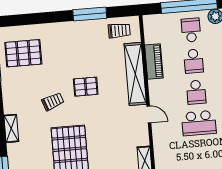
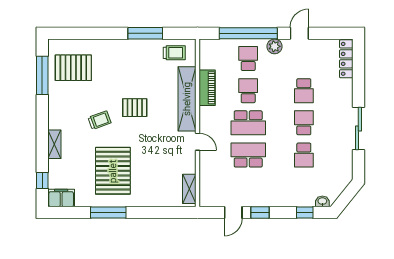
school desk: (194, 61) -> (248, 91), turned 180
school desk: (196, 92) -> (248, 123), width x1.85
school desk: (199, 123) -> (248, 155), turned 180

